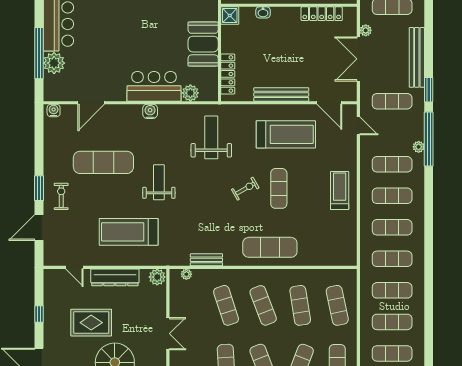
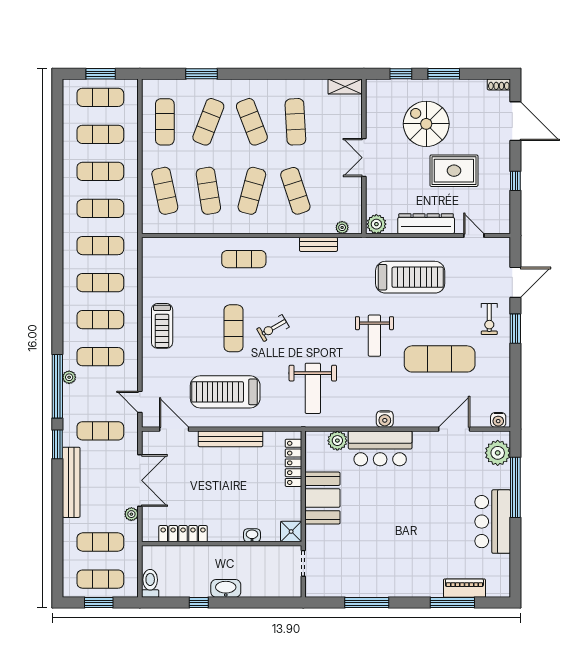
plant: (54, 63) -> (498, 453), moved
exercise mat: (270, 247) -> (244, 259), width x0.73, depth x0.69
exercise mat: (263, 305) -> (252, 191), turned 36

